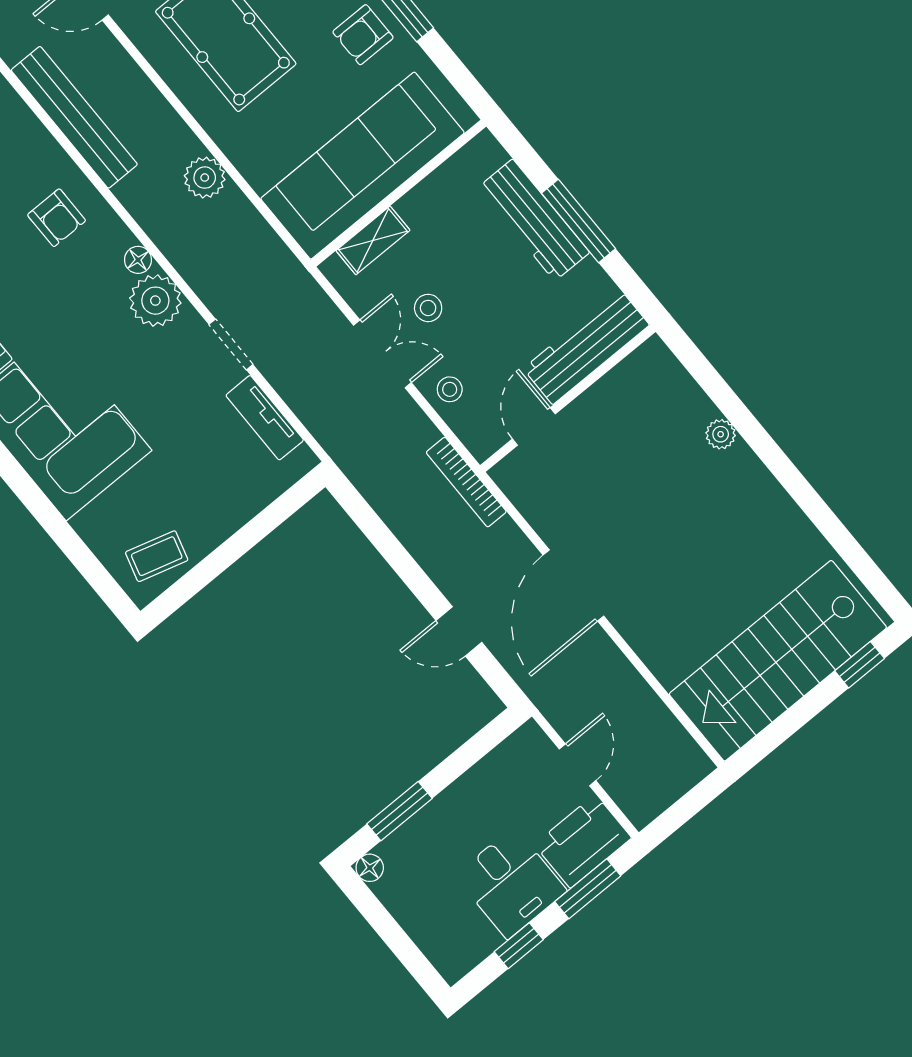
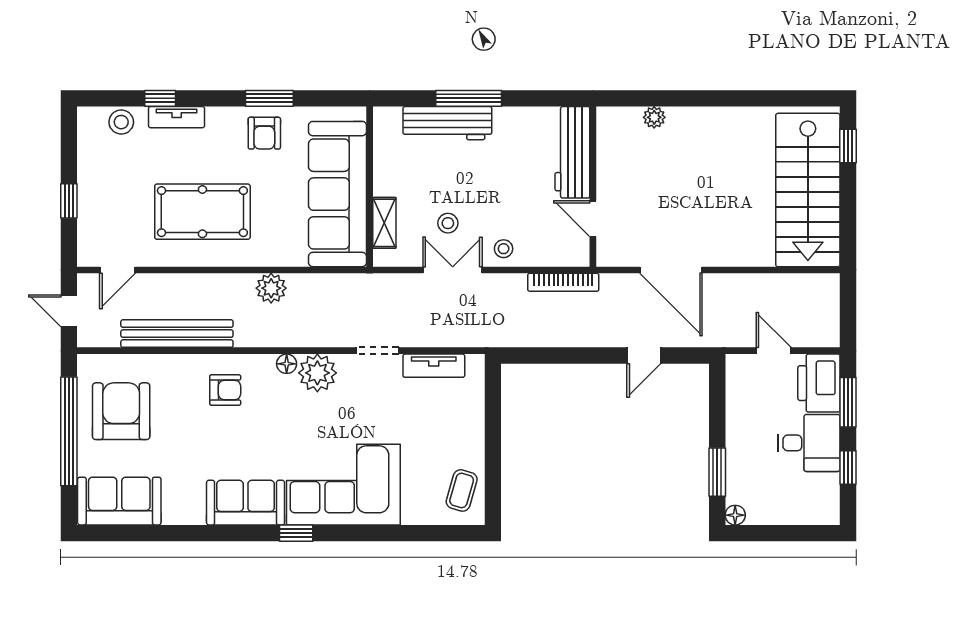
workbench: (586, 347) -> (572, 152), moved
wall: (568, 398) -> (593, 187), moved
door: (534, 426) -> (593, 219), moved

